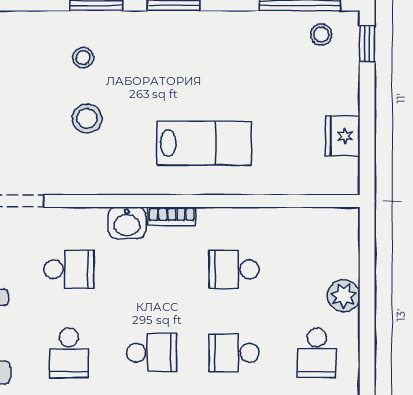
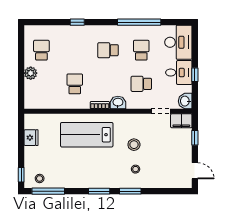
lab bench: (204, 143) -> (87, 135), width x1.36, depth x1.39
school desk: (234, 269) -> (75, 84), turned -90
school desk: (234, 353) -> (75, 50), removed

